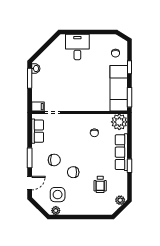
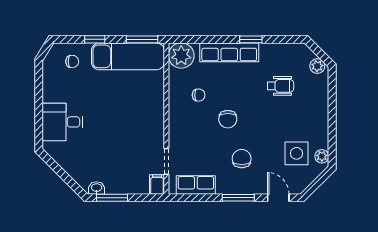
chair: (73, 172) -> (228, 119), moved
plant: (120, 200) -> (317, 66), moved

